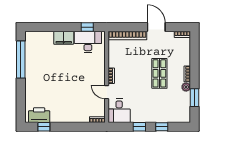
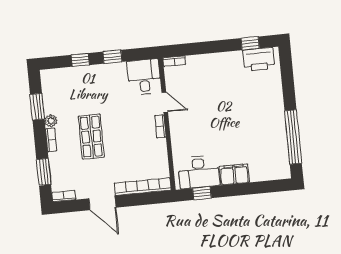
window: (194, 52) -> (44, 172), added

